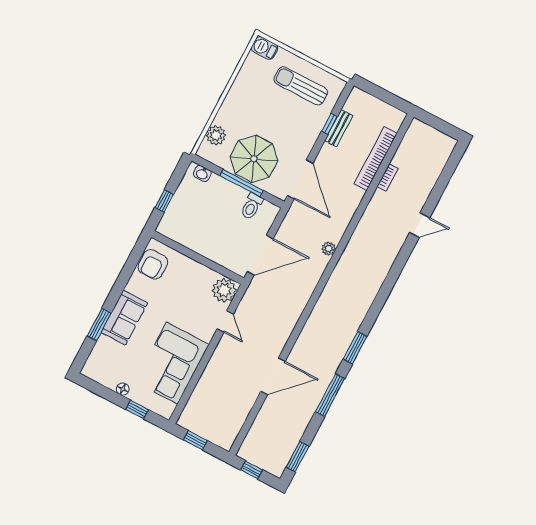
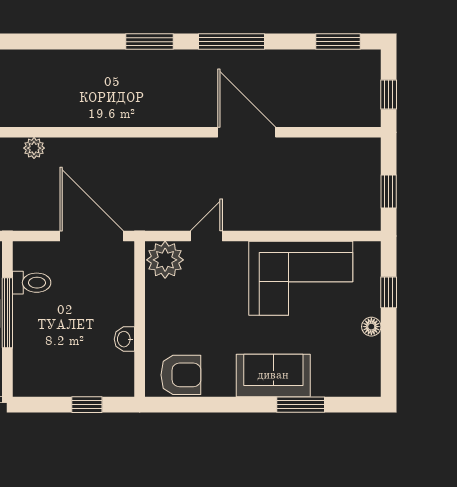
washbasin: (202, 174) -> (124, 339), moved, turned 180

